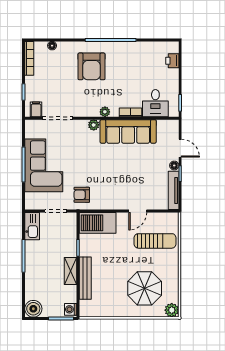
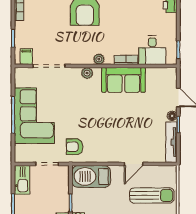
sofa: (128, 131) -> (123, 80), width x0.73

